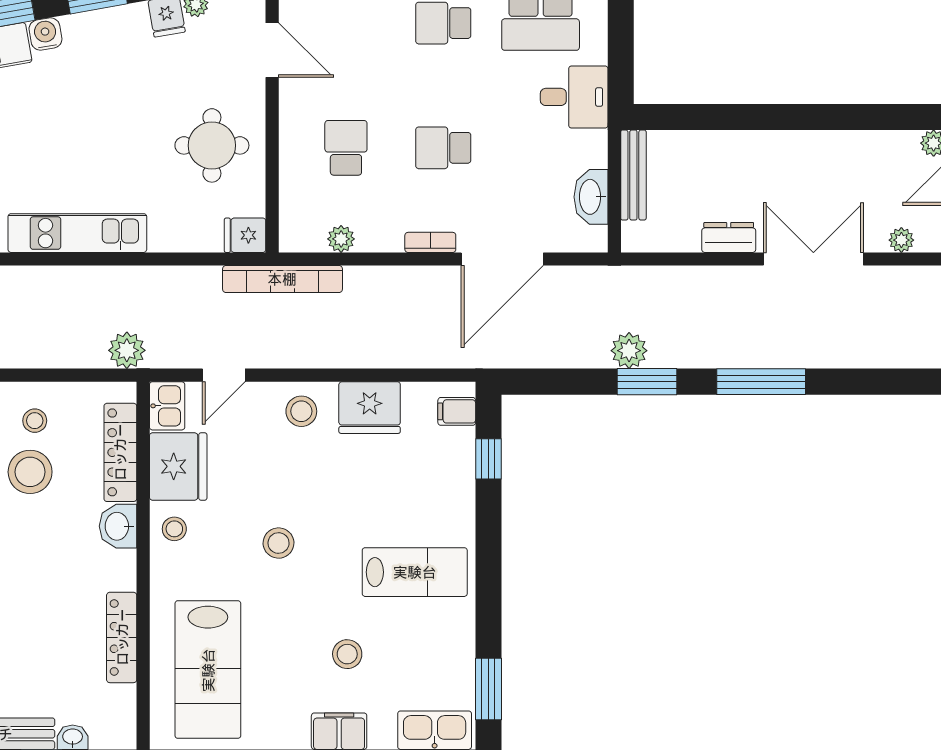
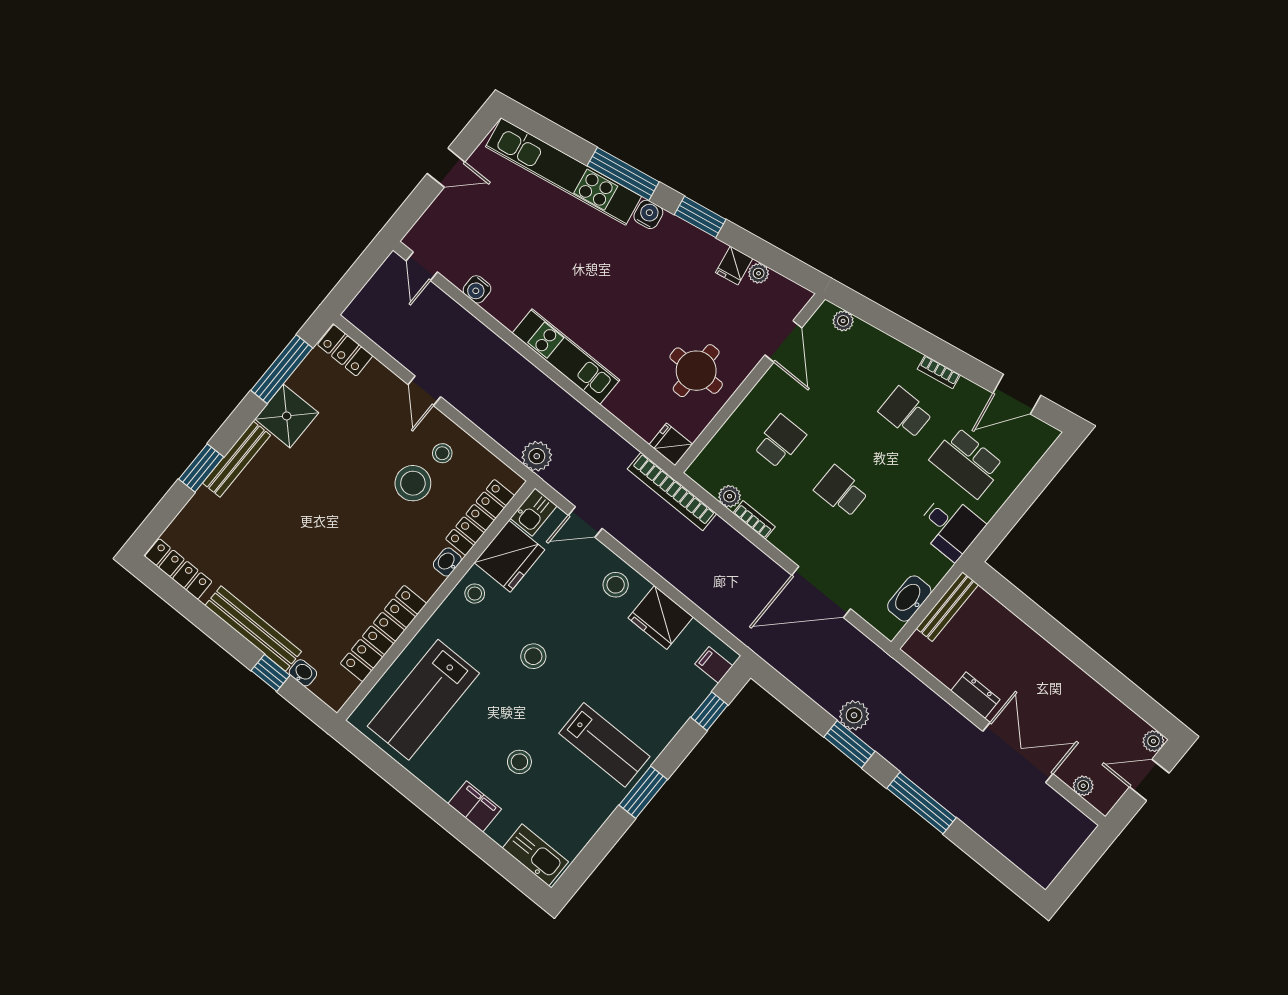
bookcase: (430, 242) -> (754, 520), moved
washbasin: (118, 526) -> (447, 562), width x0.72, depth x0.69
locker: (122, 637) -> (383, 633), width x1.41, depth x1.21
window: (488, 689) -> (643, 792), moved

